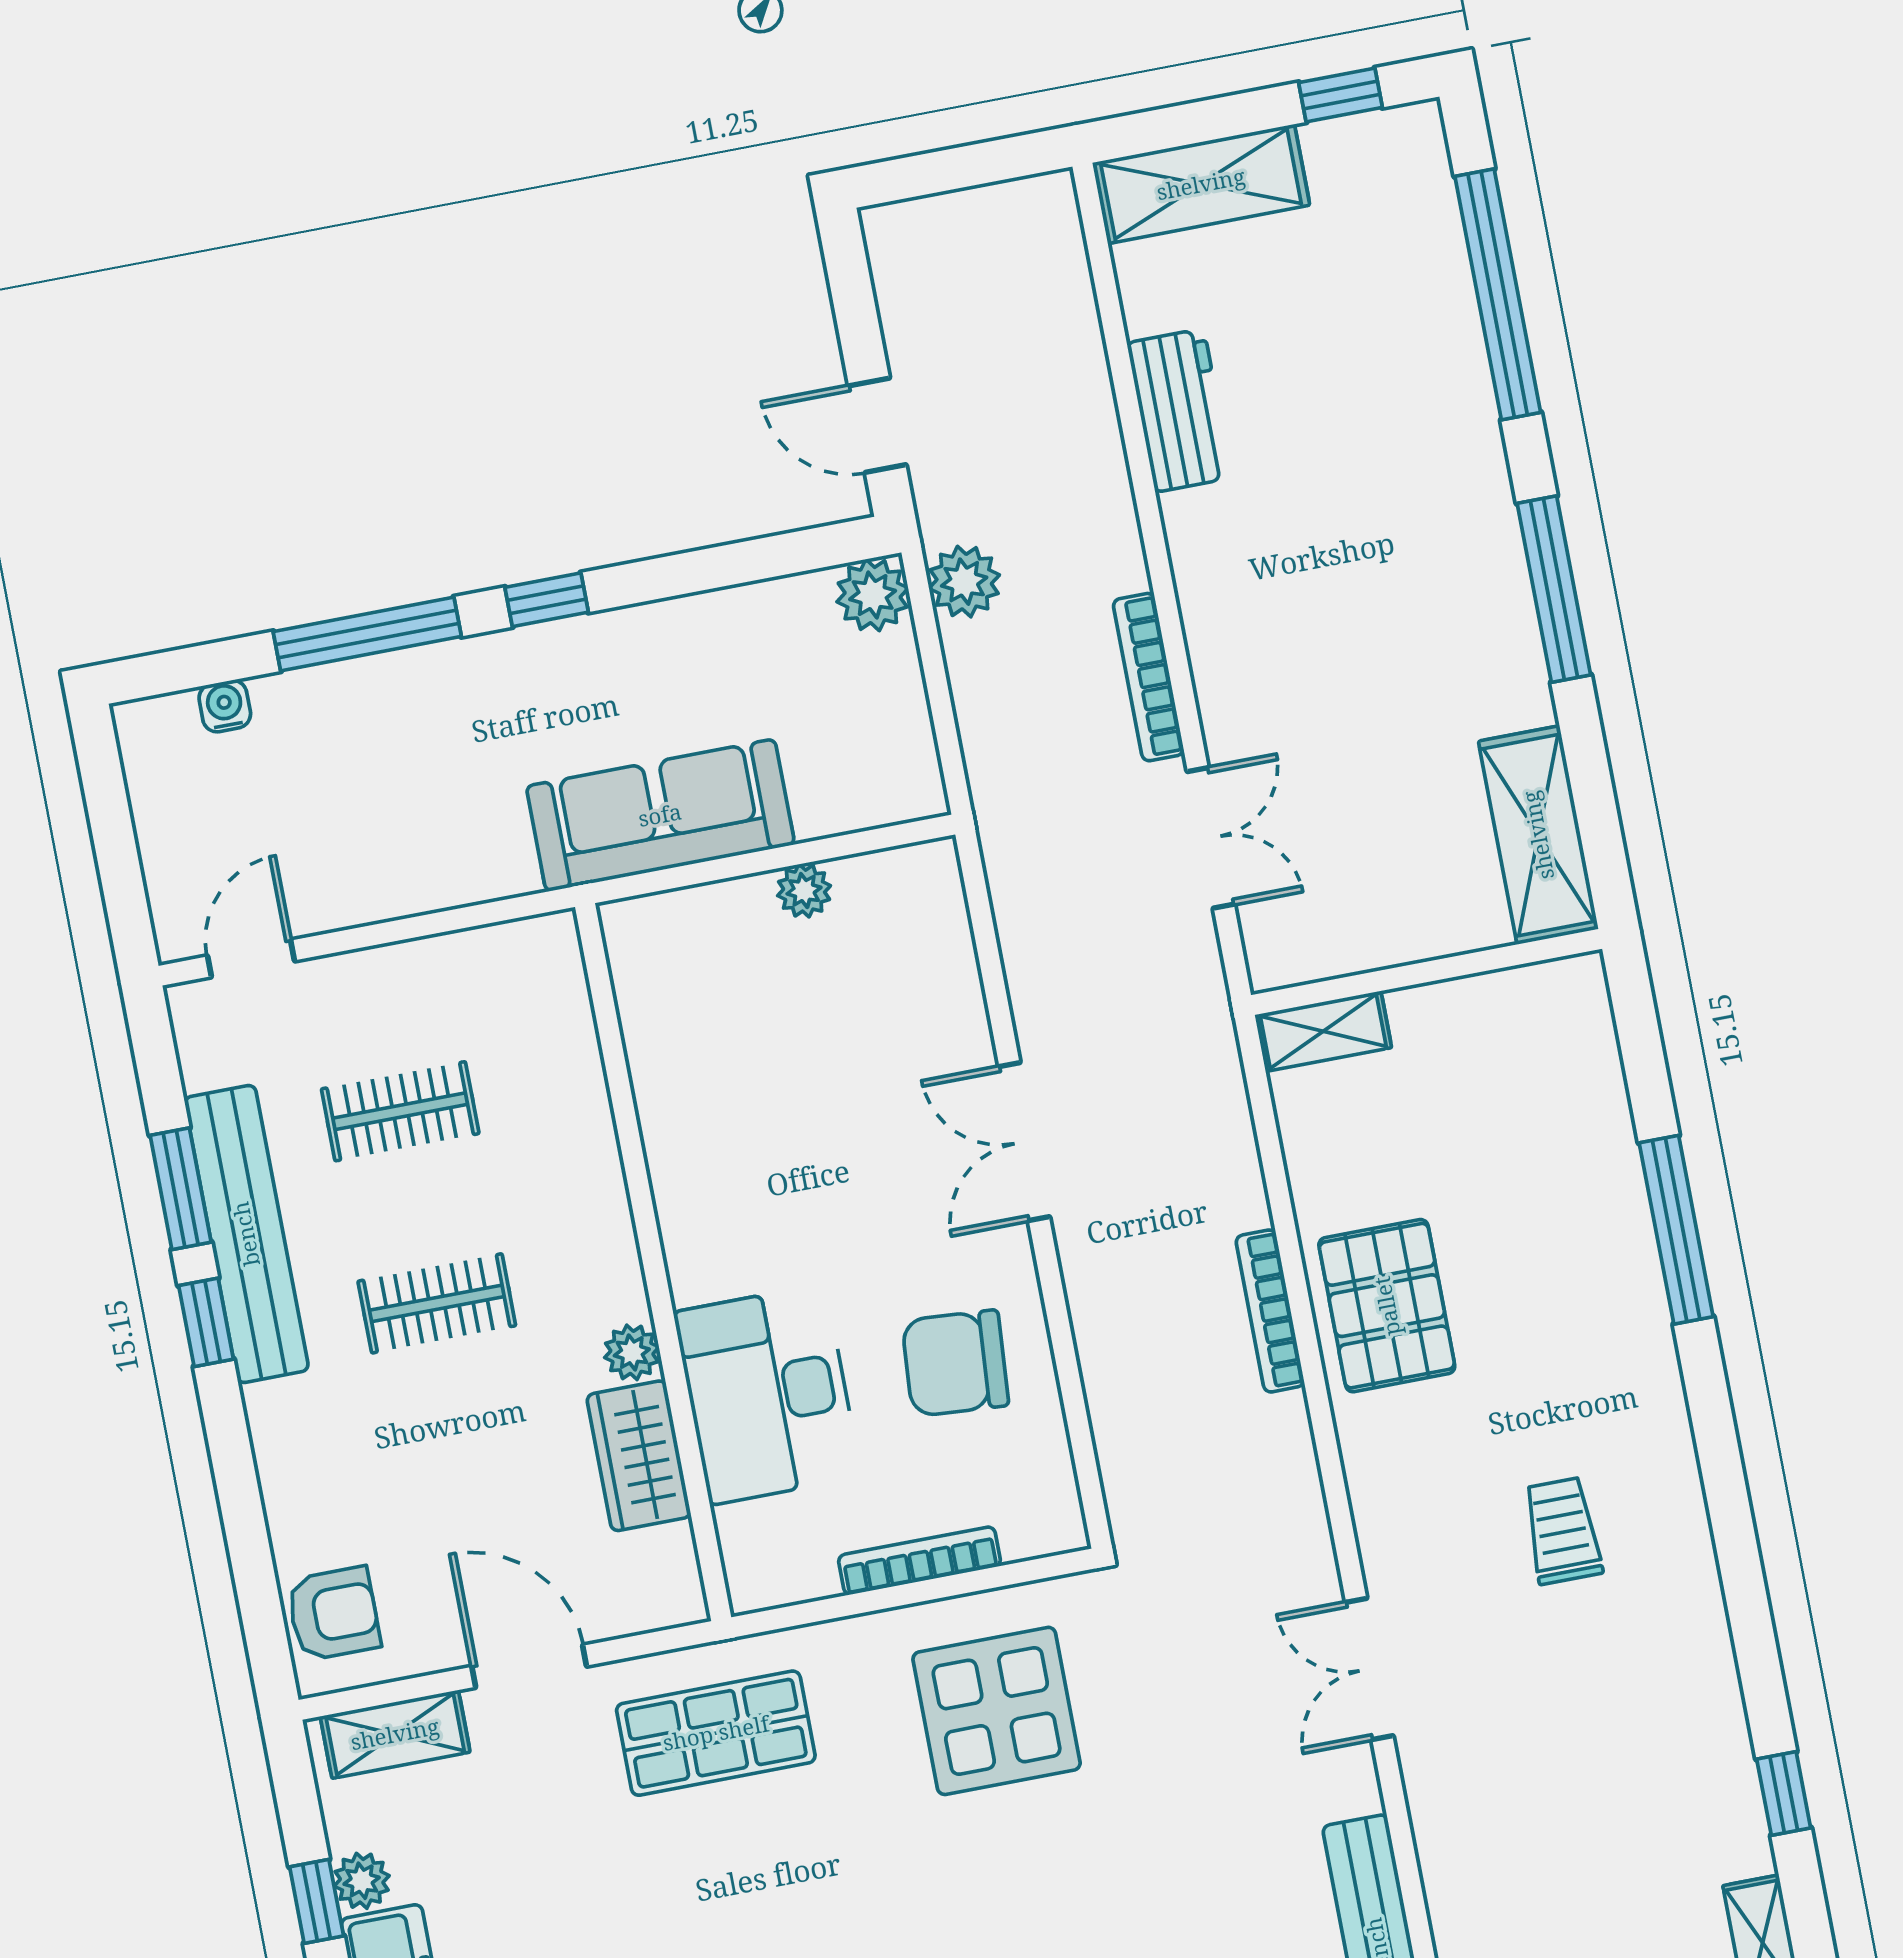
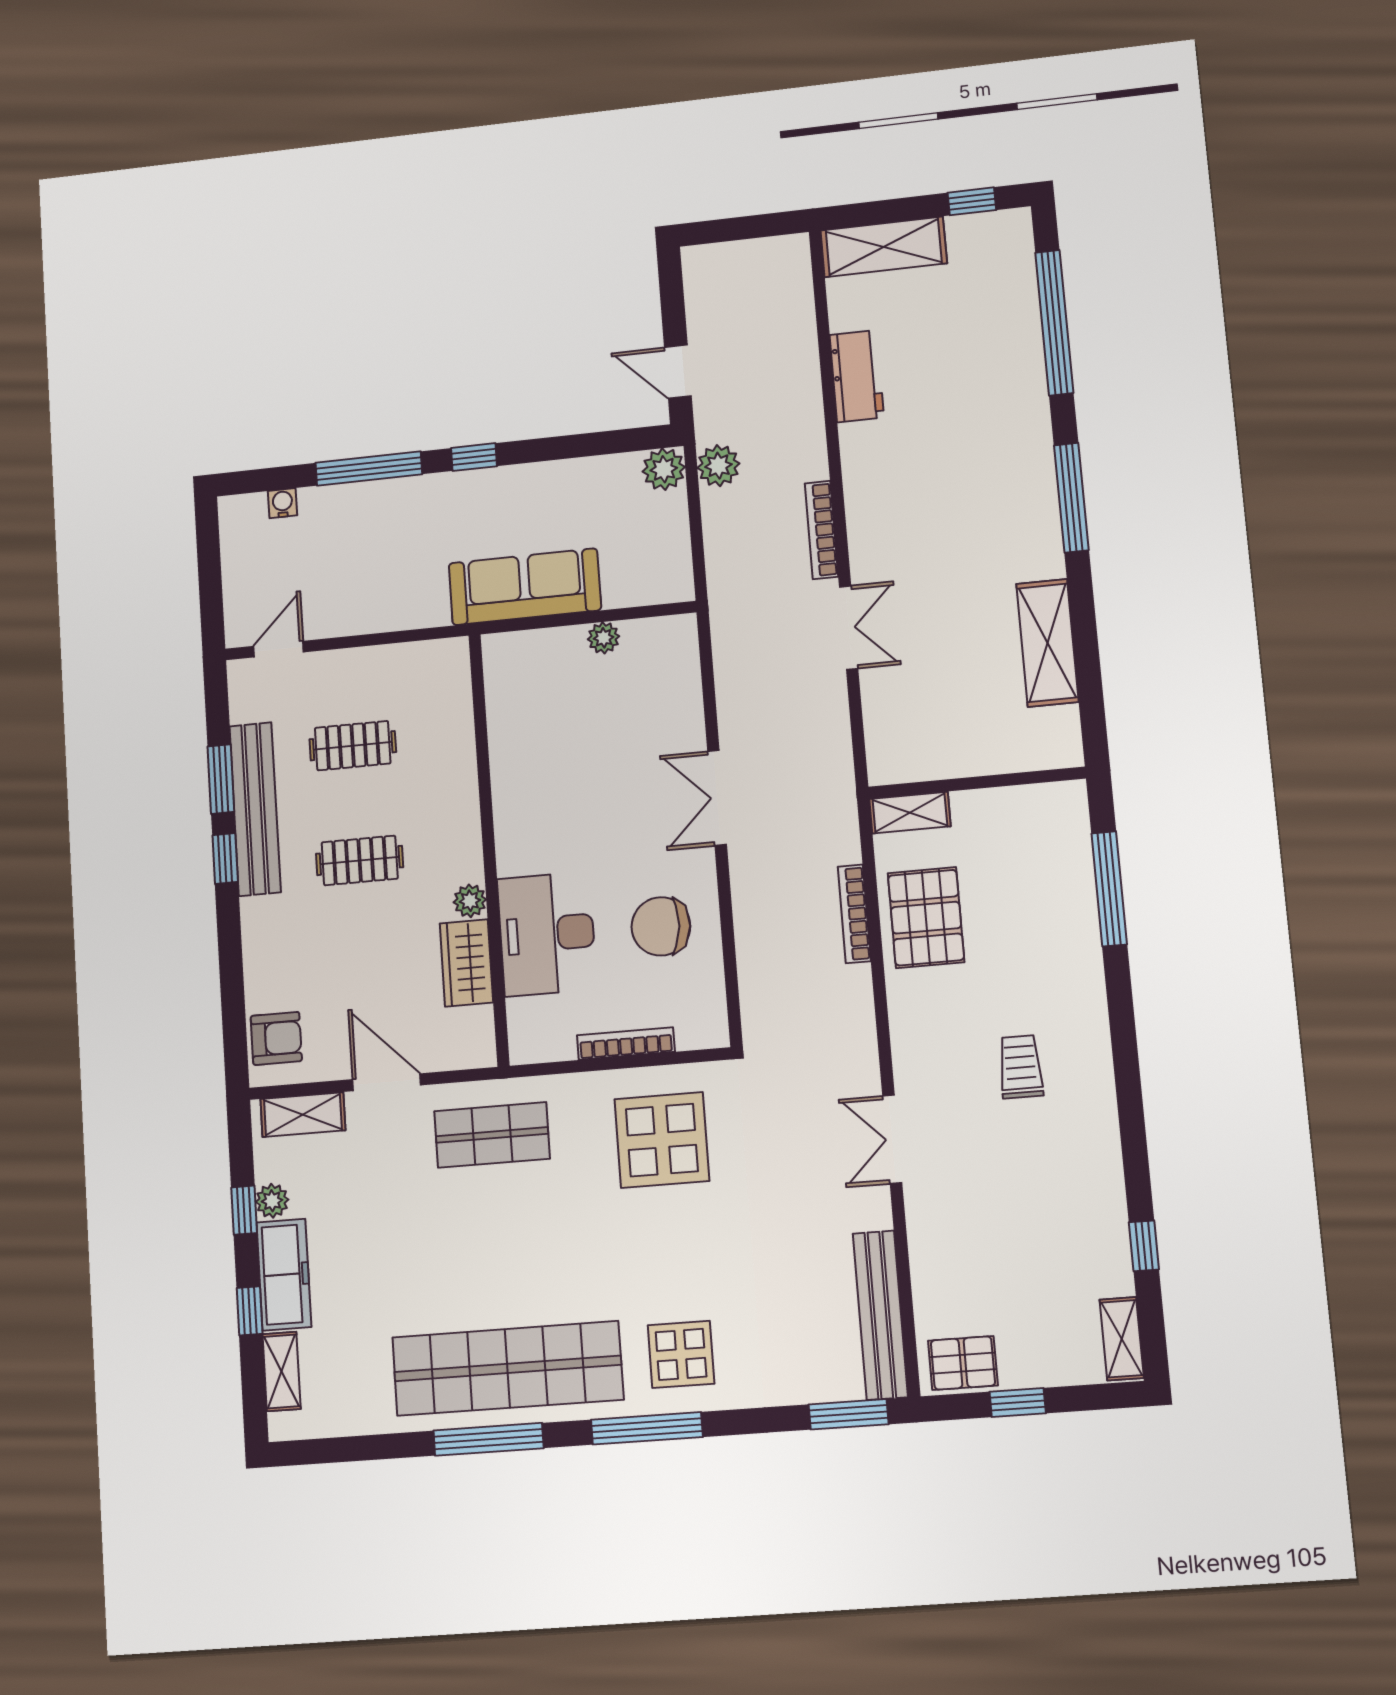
wall: (1427, 972) -> (977, 783), moved
shelving: (1323, 1031) -> (910, 813), moved

